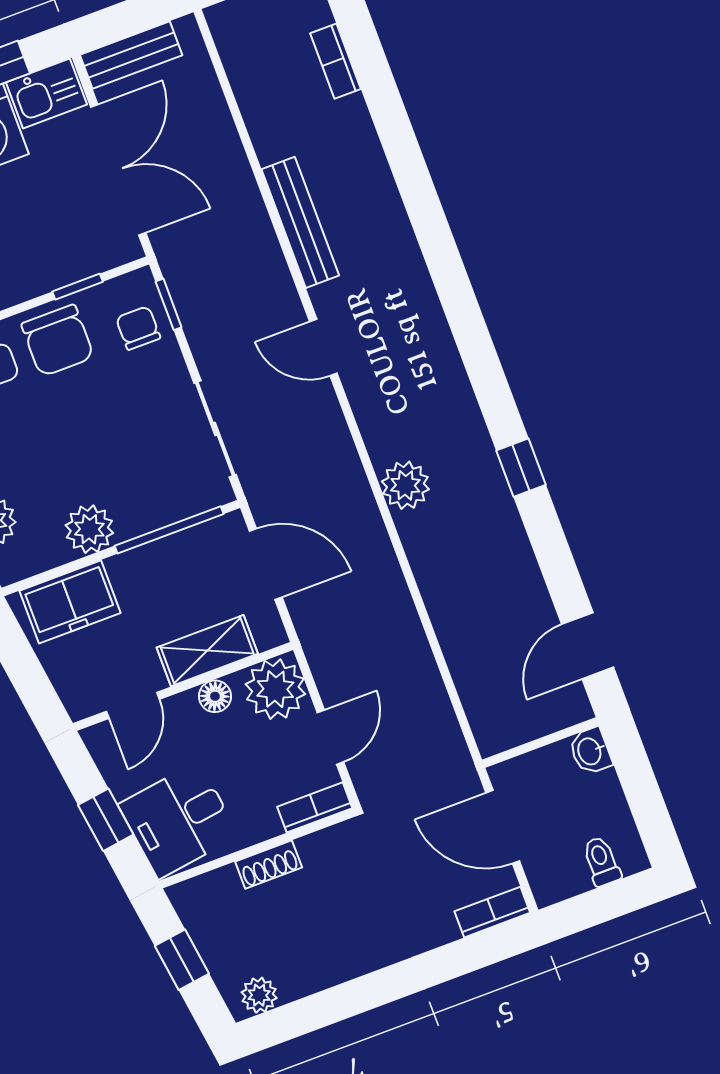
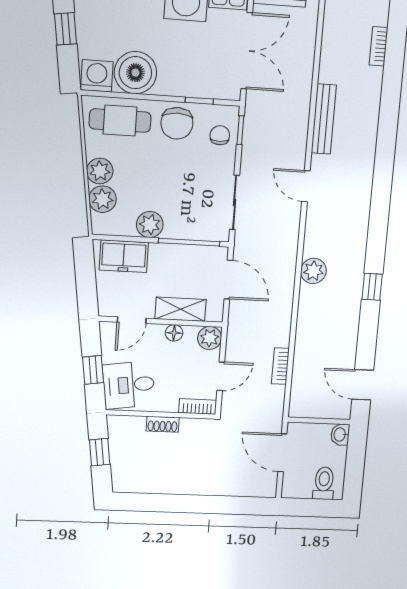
door: (588, 646) -> (363, 385), hinge flipped
plant: (275, 689) -> (210, 338), width x0.73, depth x0.73
toilet: (601, 861) -> (324, 483), width x1.37, depth x1.39
bookcase: (492, 912) -> (280, 366), moved, turned -90
plant: (259, 995) -> (129, 484), removed

